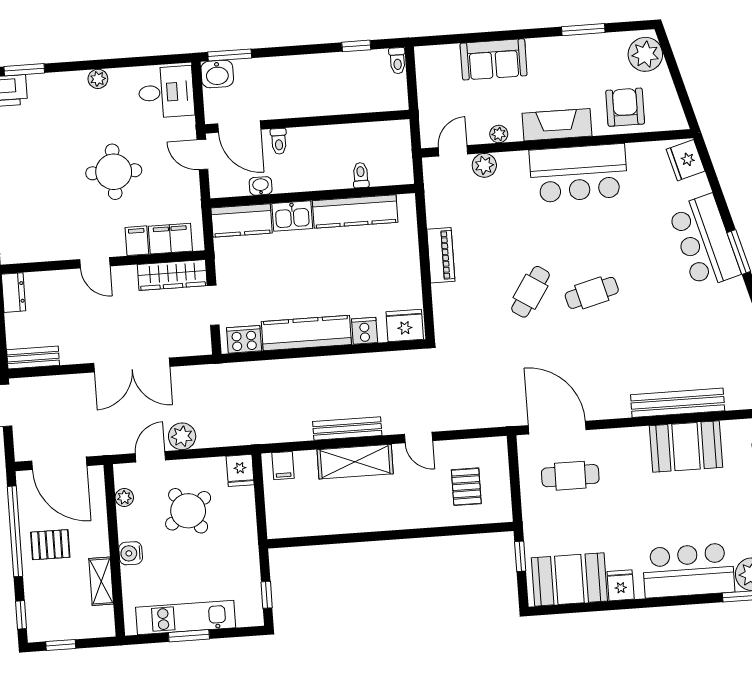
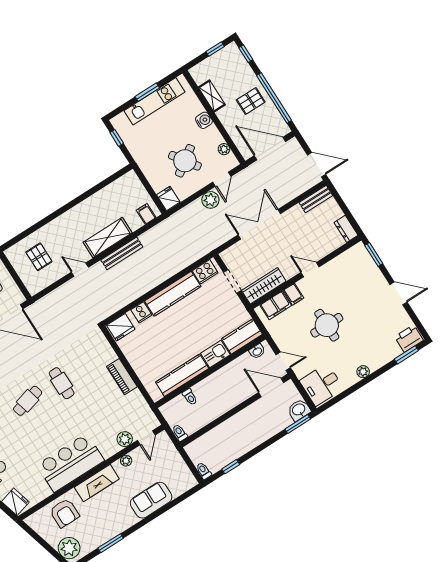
toilet: (279, 141) -> (180, 433), moved
washbasin: (261, 186) -> (257, 351), moved
cafe table: (531, 292) -> (62, 383), turned -33

